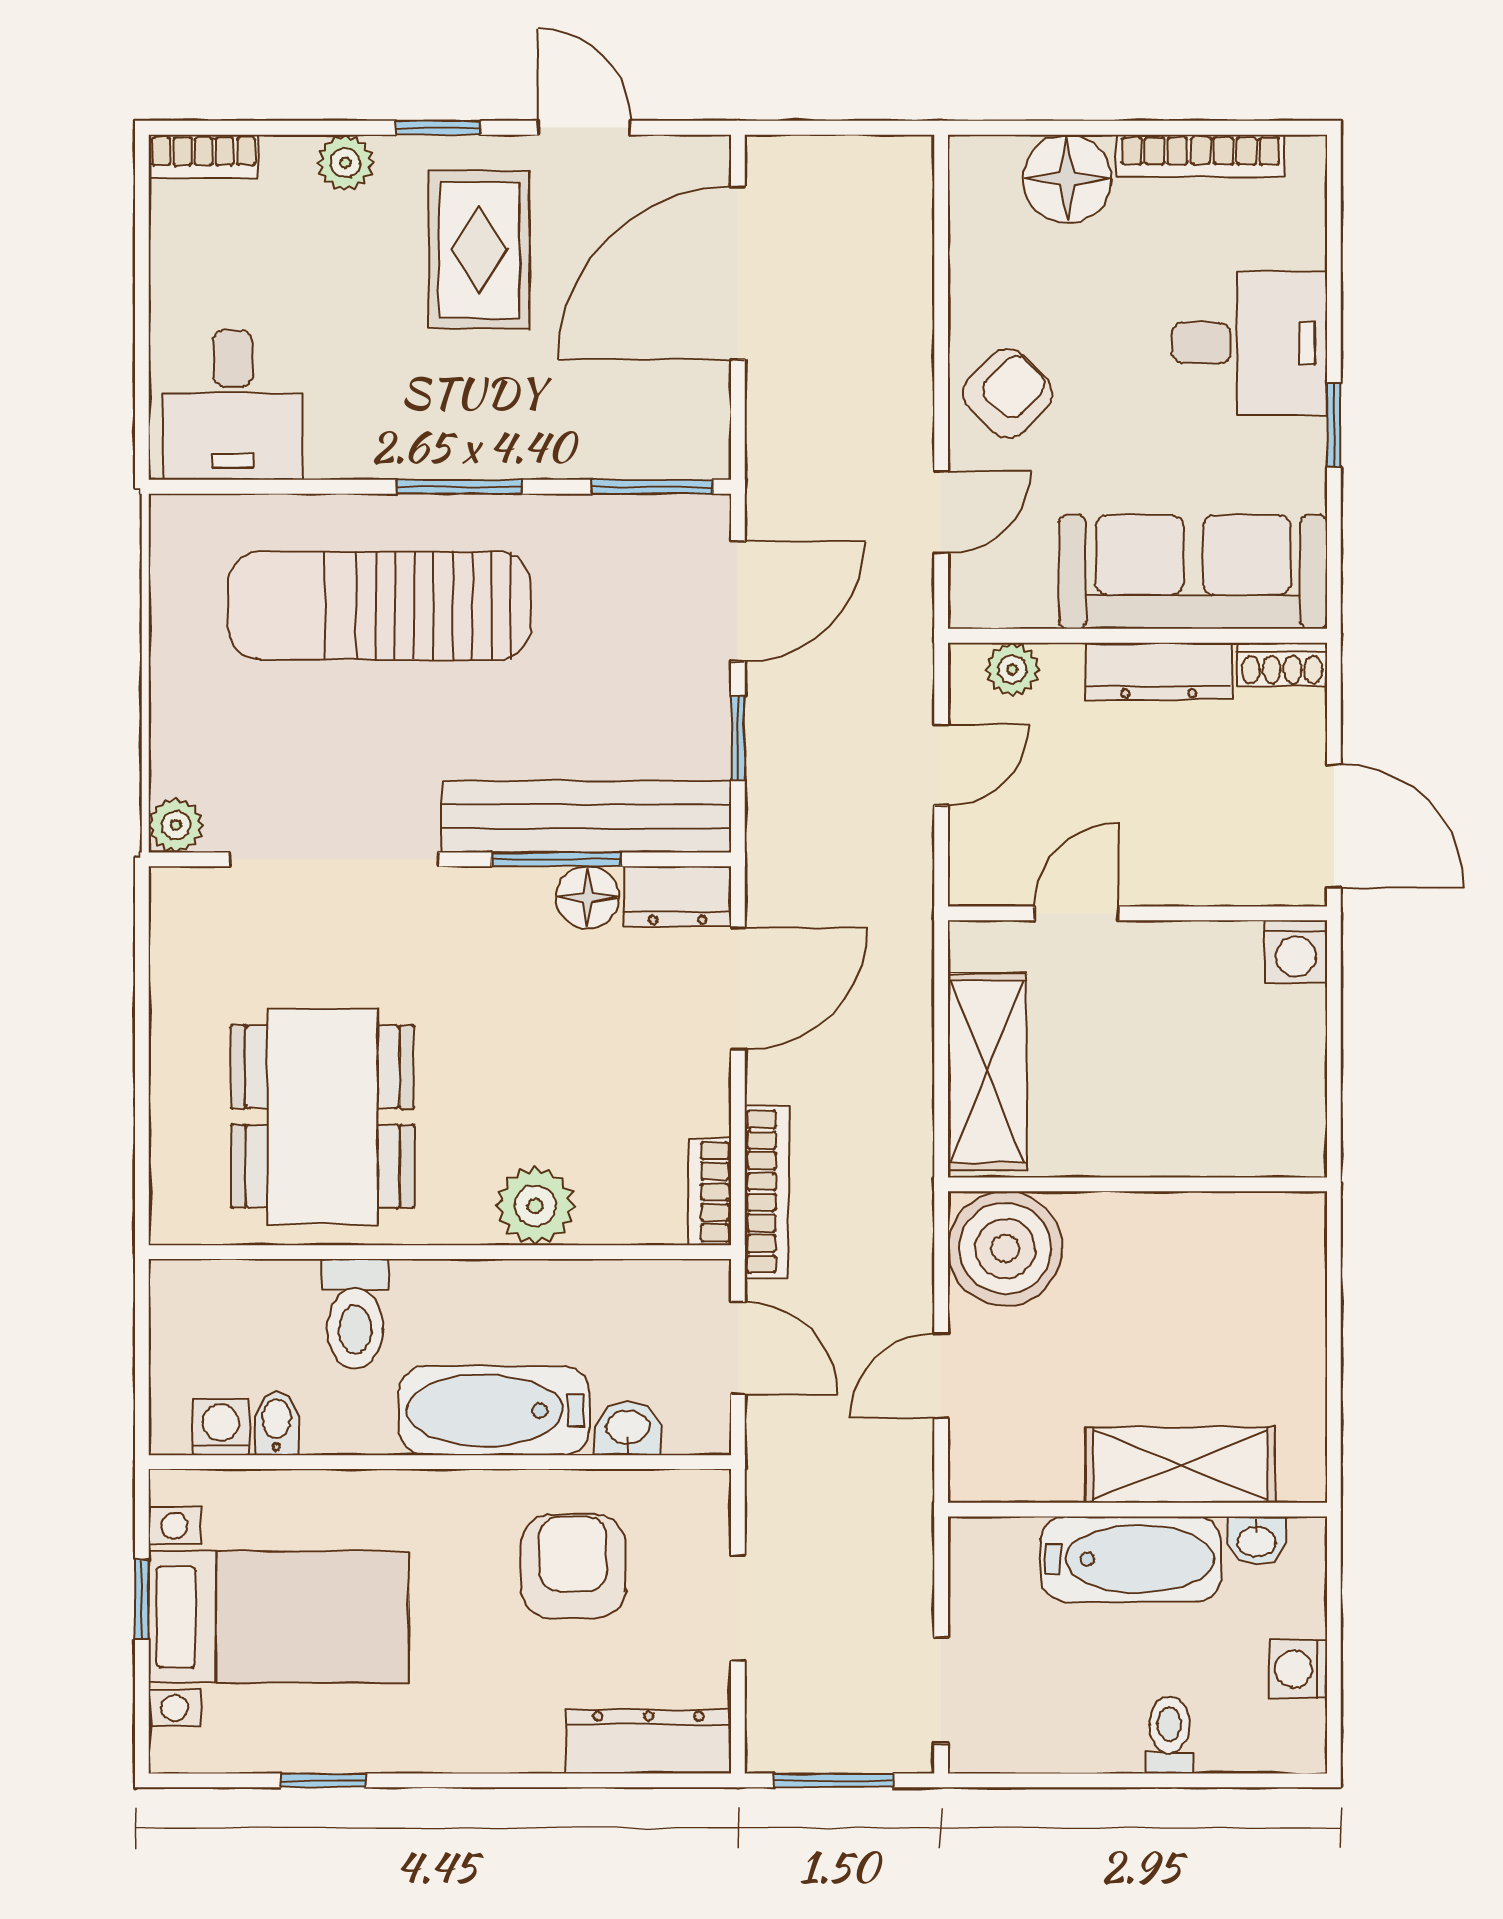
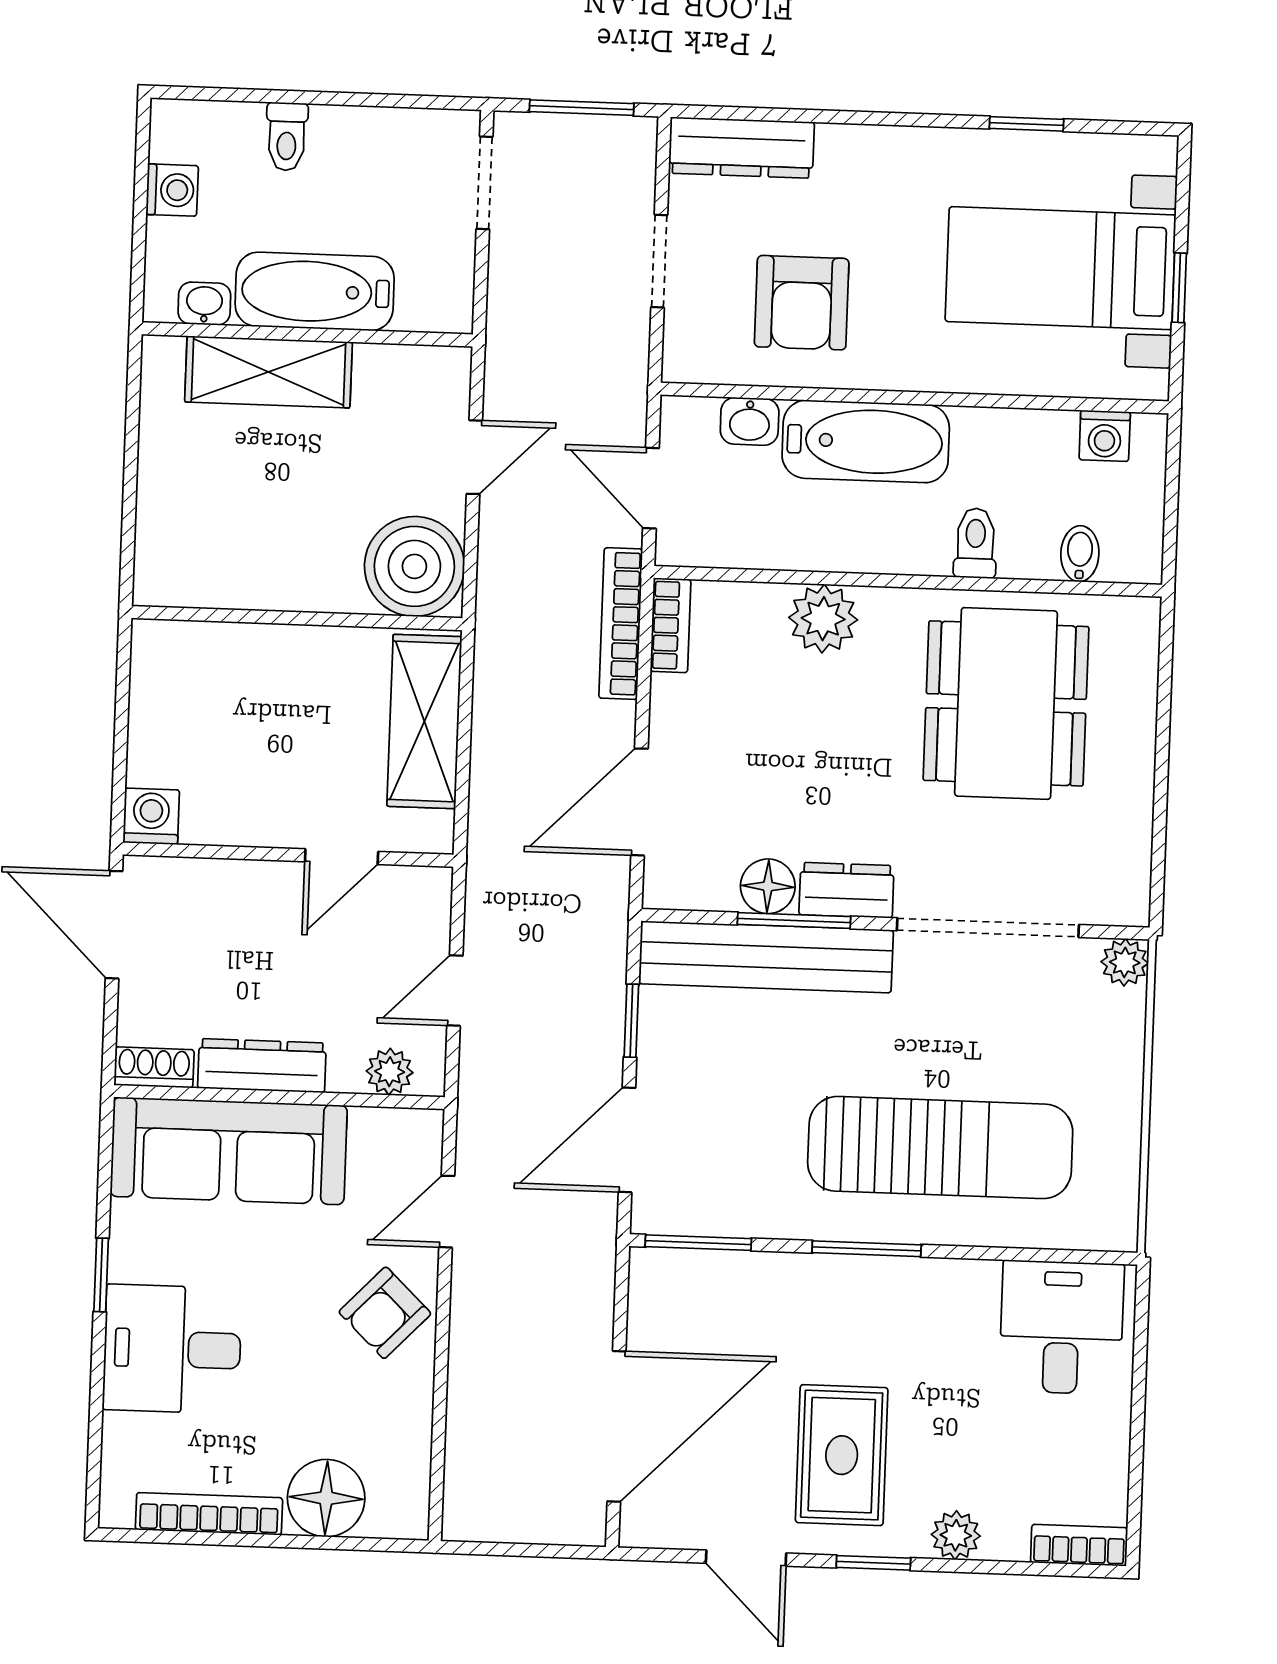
dresser: (678, 896) -> (846, 890), moved
toilet: (355, 1314) -> (975, 543), width x0.73, depth x0.72
bidet: (277, 1423) -> (1080, 554), moved, turned 180

